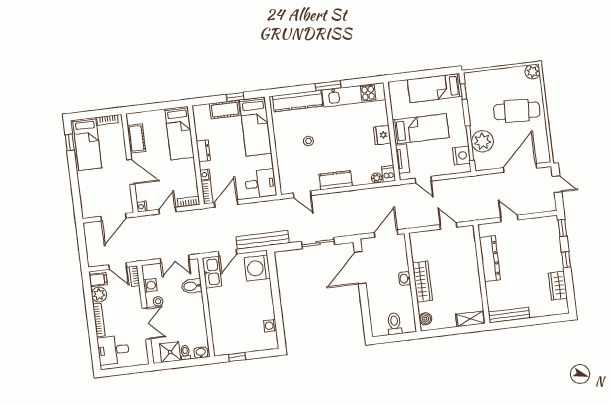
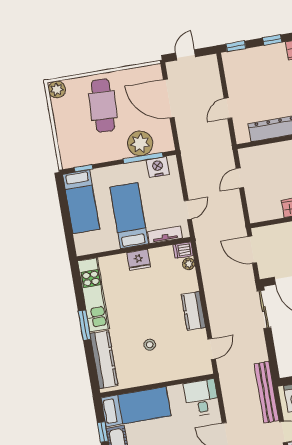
sliding door: (318, 243) -> (264, 309), moved

